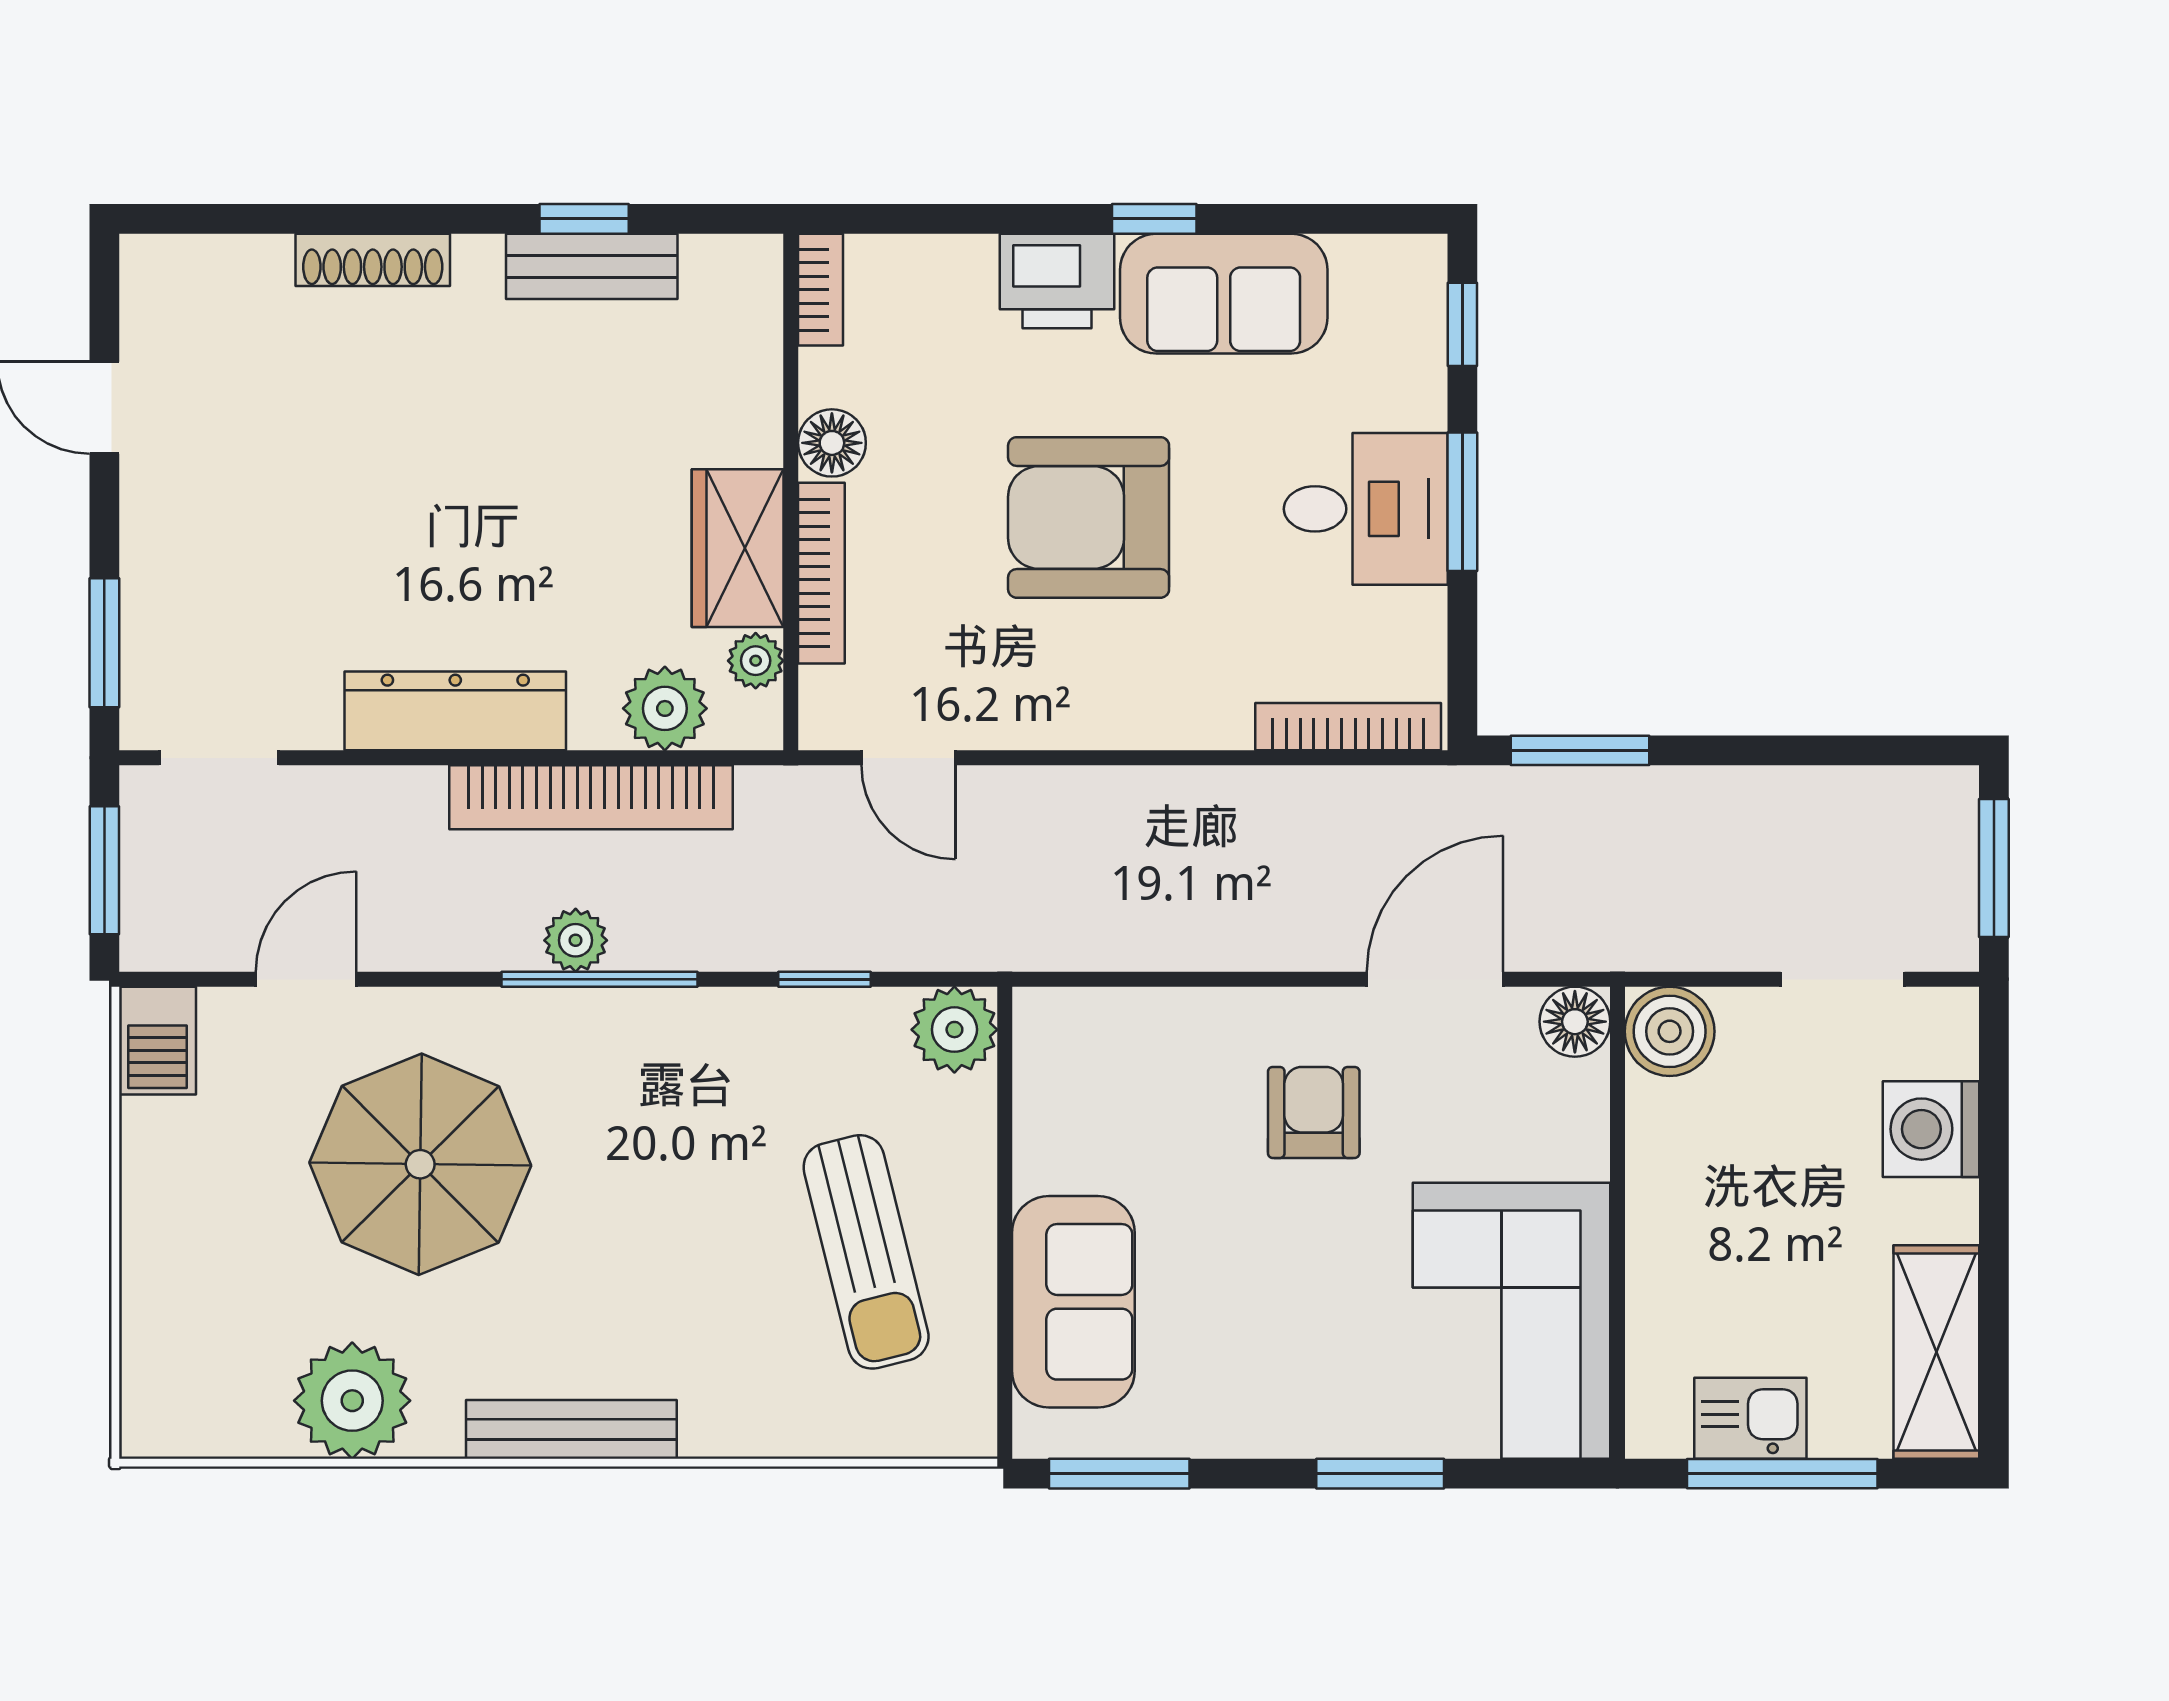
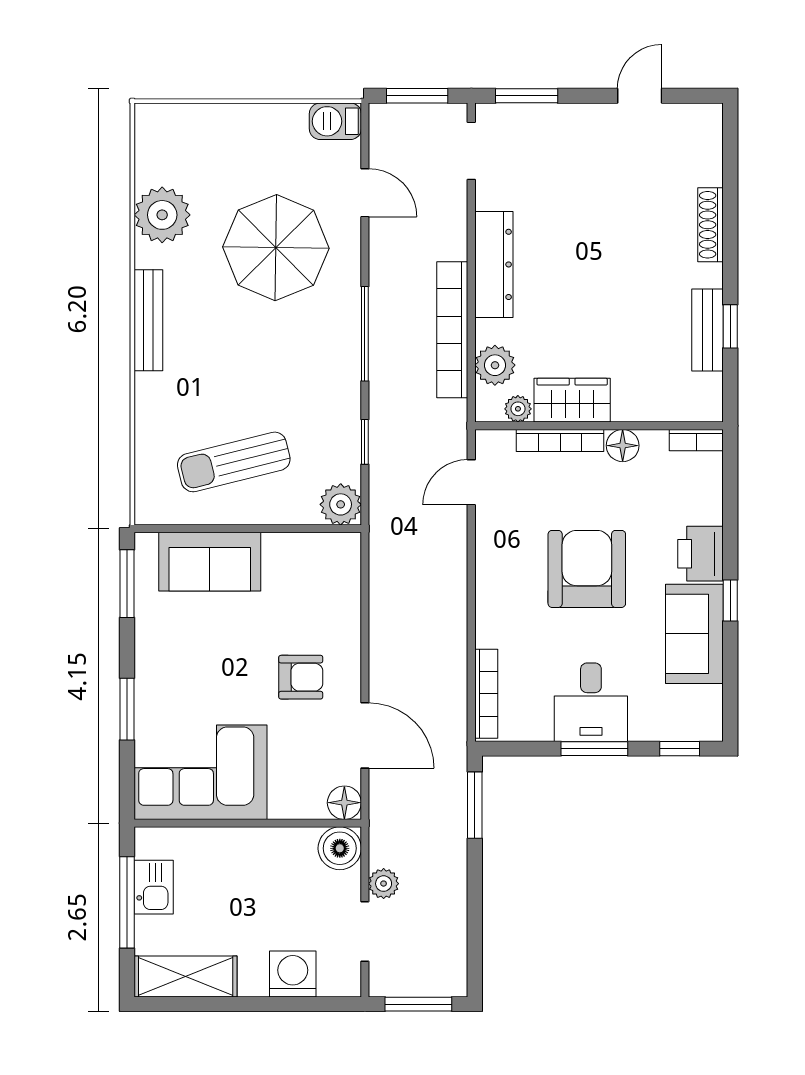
plant: (576, 940) -> (384, 884), moved

